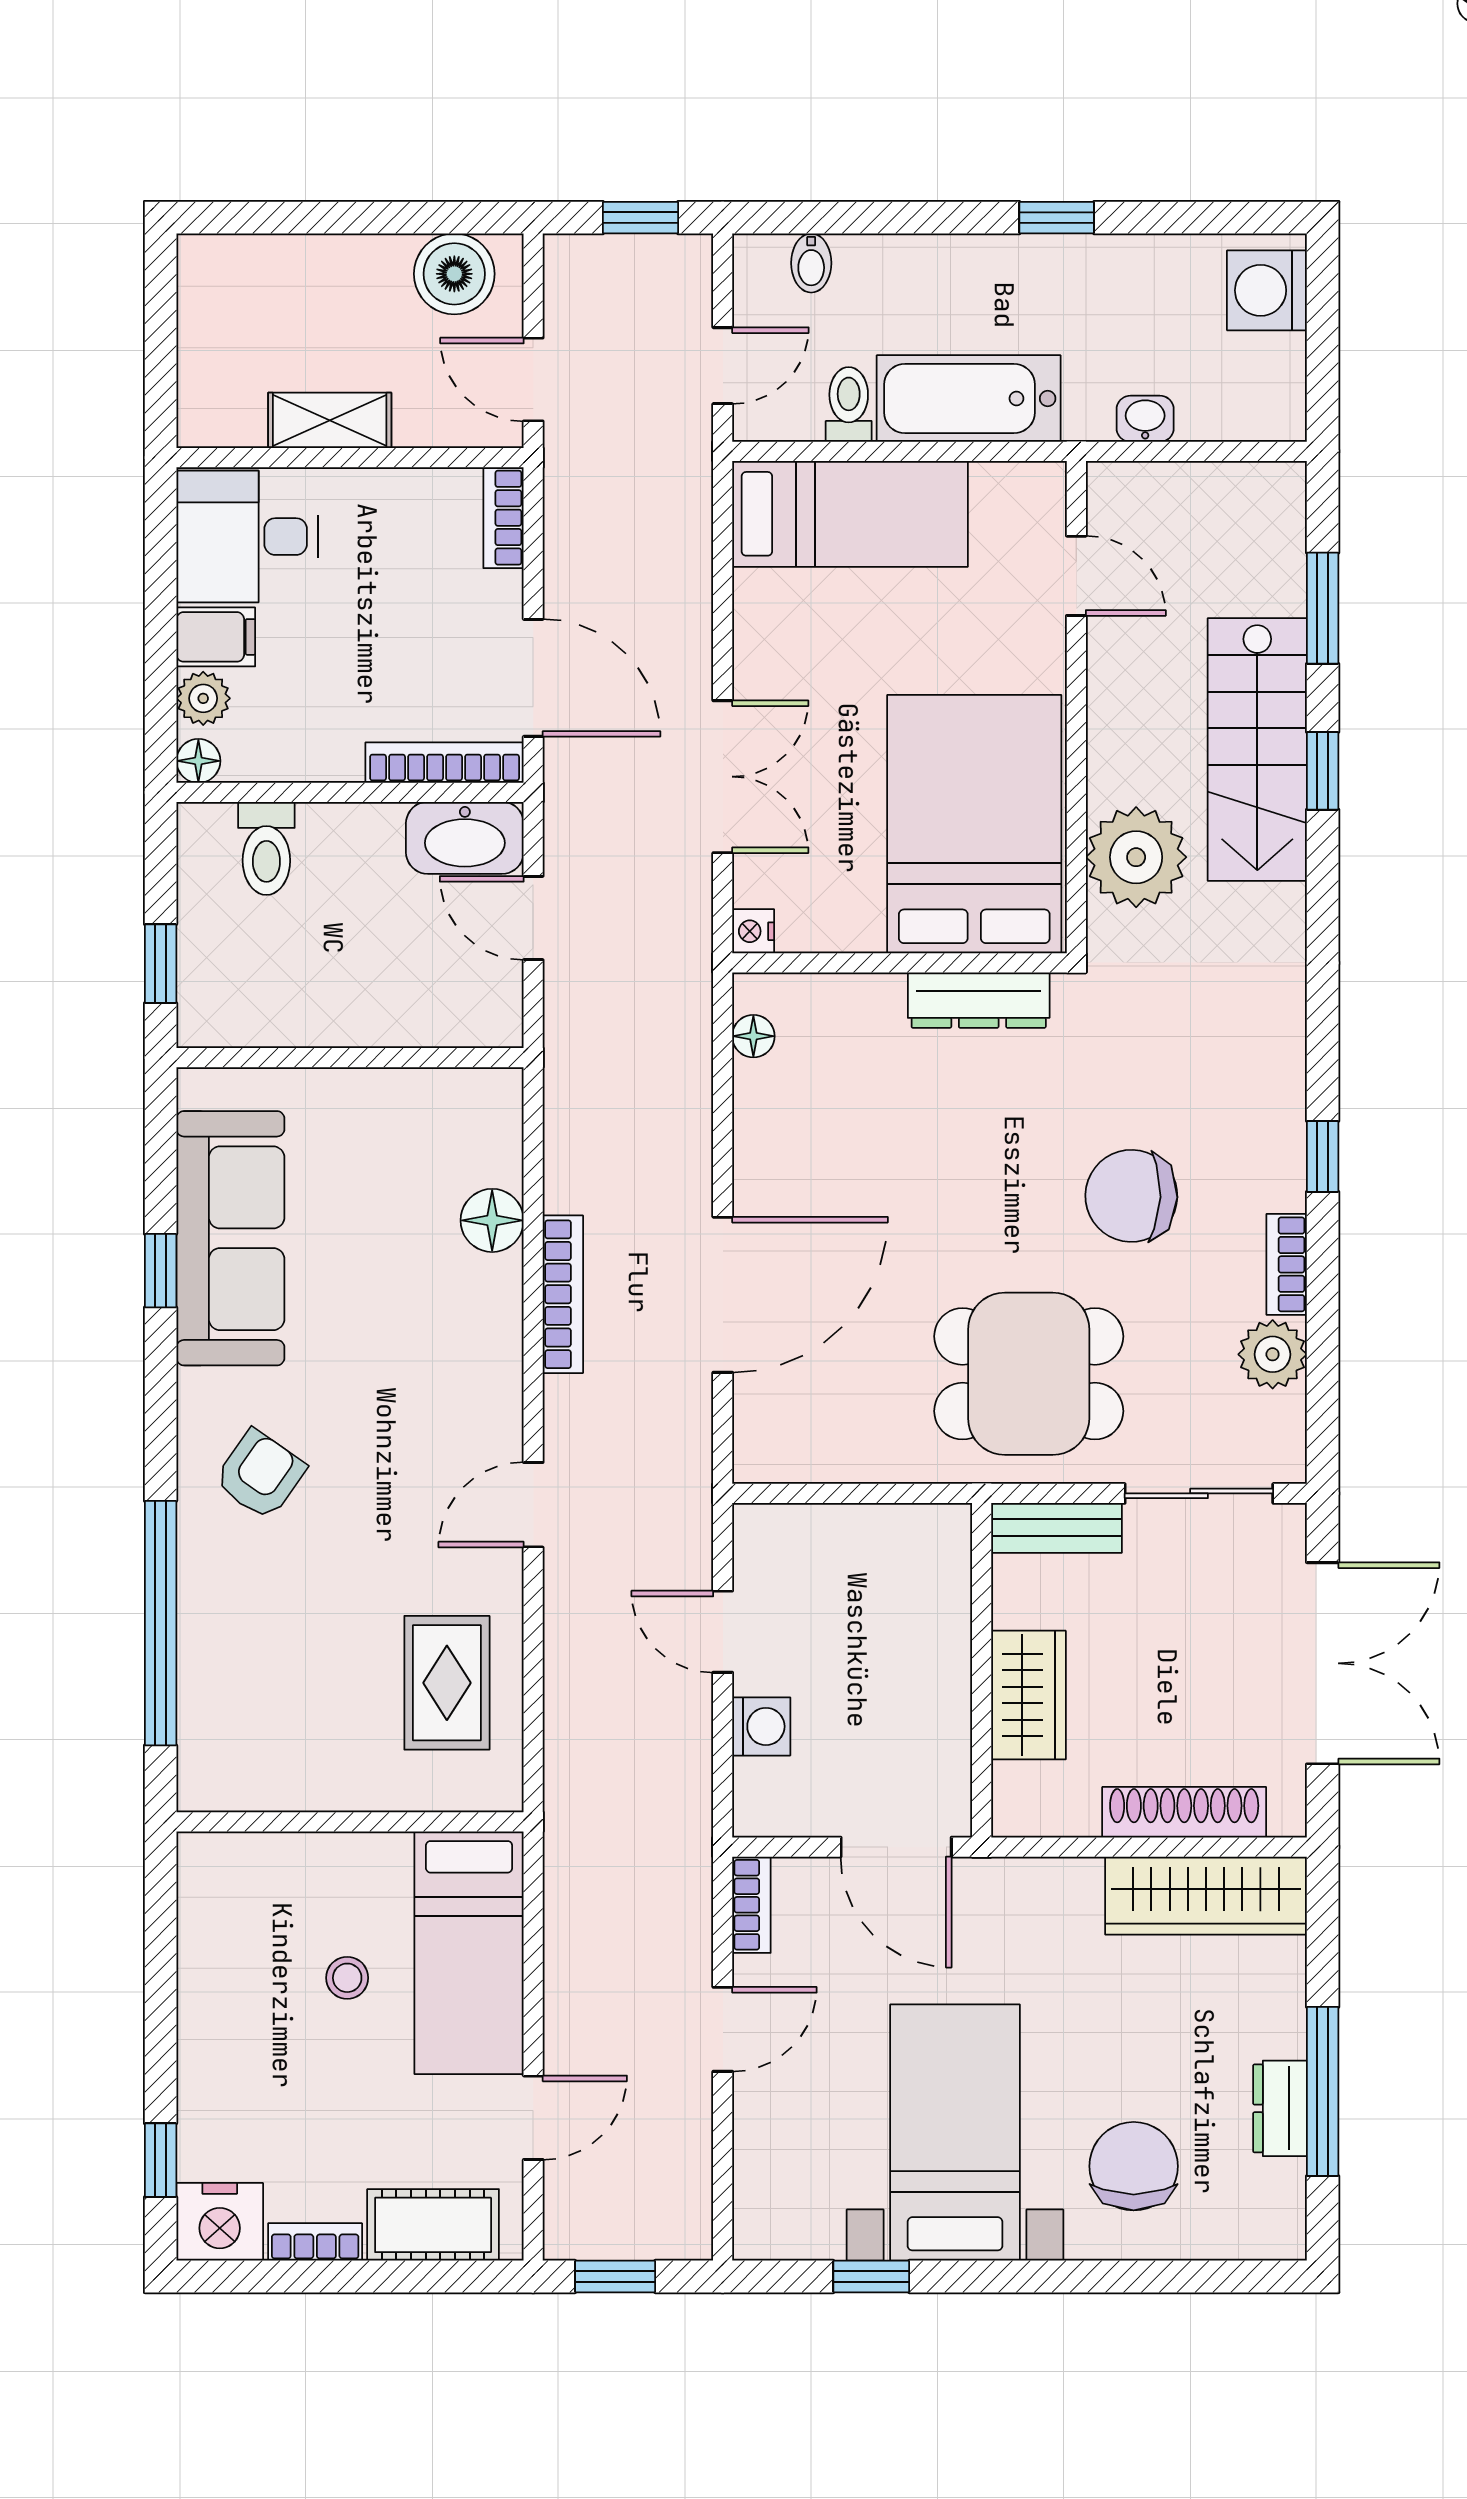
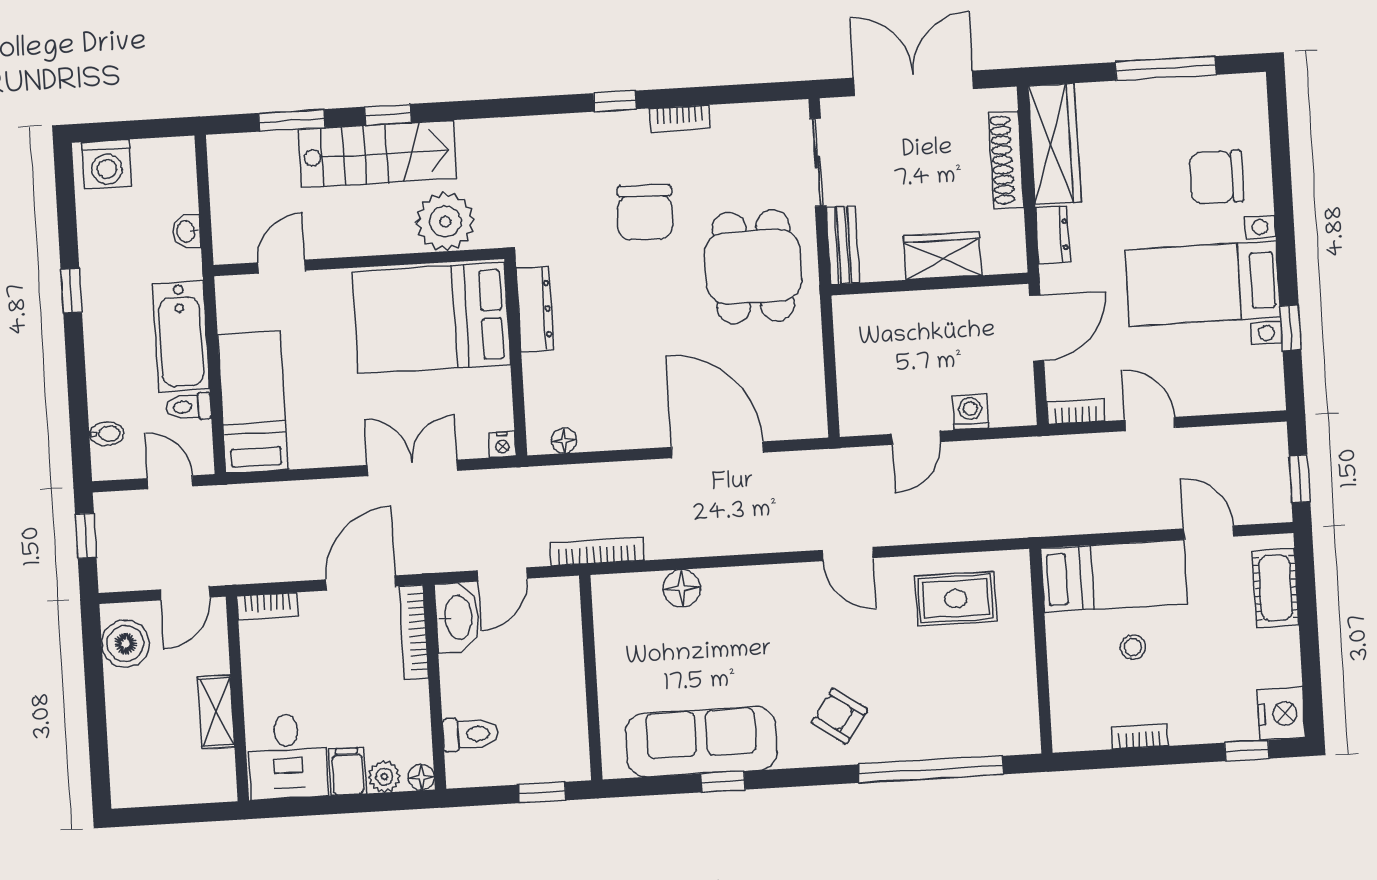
bookcase: (563, 1294) -> (597, 551), moved
plant: (1273, 1354) -> (733, 124), removed
dresser: (1280, 2108) -> (1053, 235), moved, turned -90
bookcase: (315, 2242) -> (1140, 736), moved, turned 90

